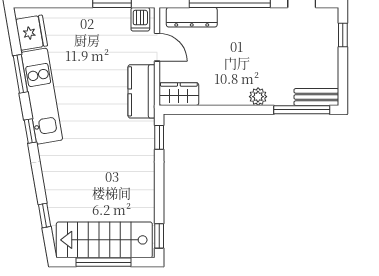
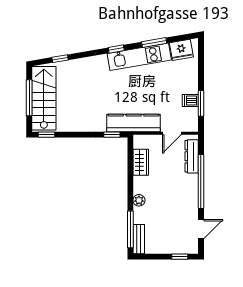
dishwasher: (140, 19) -> (190, 100), moved
kitchen counter: (142, 91) -> (134, 123), width x1.50
wardrobe: (179, 94) -> (141, 162), moved

